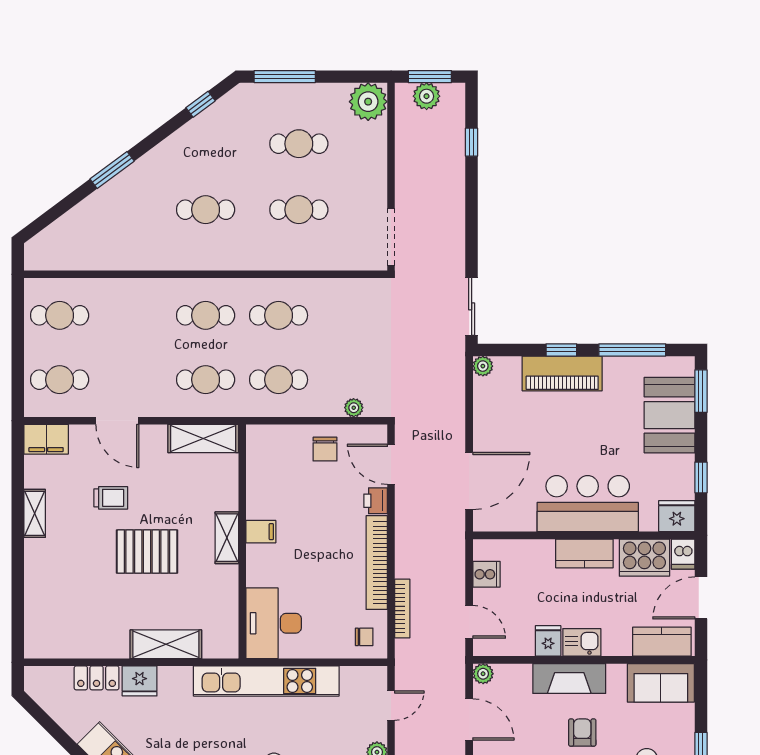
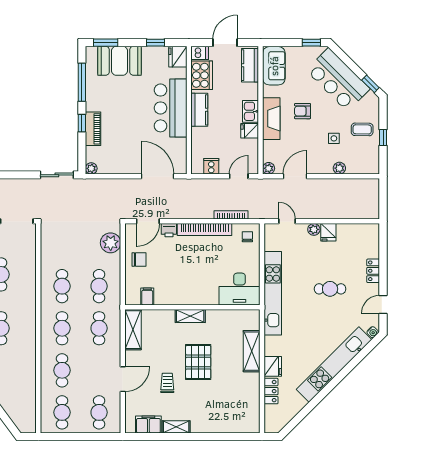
cafe table: (133, 315) -> (62, 370), added
piano: (562, 373) -> (93, 129), width x0.73, depth x0.75
plant: (354, 408) -> (111, 243), width x1.87, depth x1.87
filing cabinet: (46, 439) -> (148, 424), moved, turned -90
filing cabinet: (261, 532) -> (147, 296), moved
door: (701, 598) -> (225, 43), swing flipped

